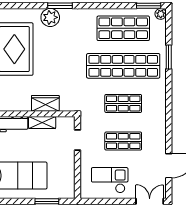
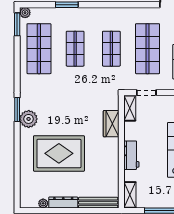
shop shelf: (123, 66) -> (75, 49), width x0.50, depth x0.74
shelving: (42, 123) -> (130, 108), moved
shop shelf: (123, 141) -> (148, 49), width x1.43, depth x1.36

